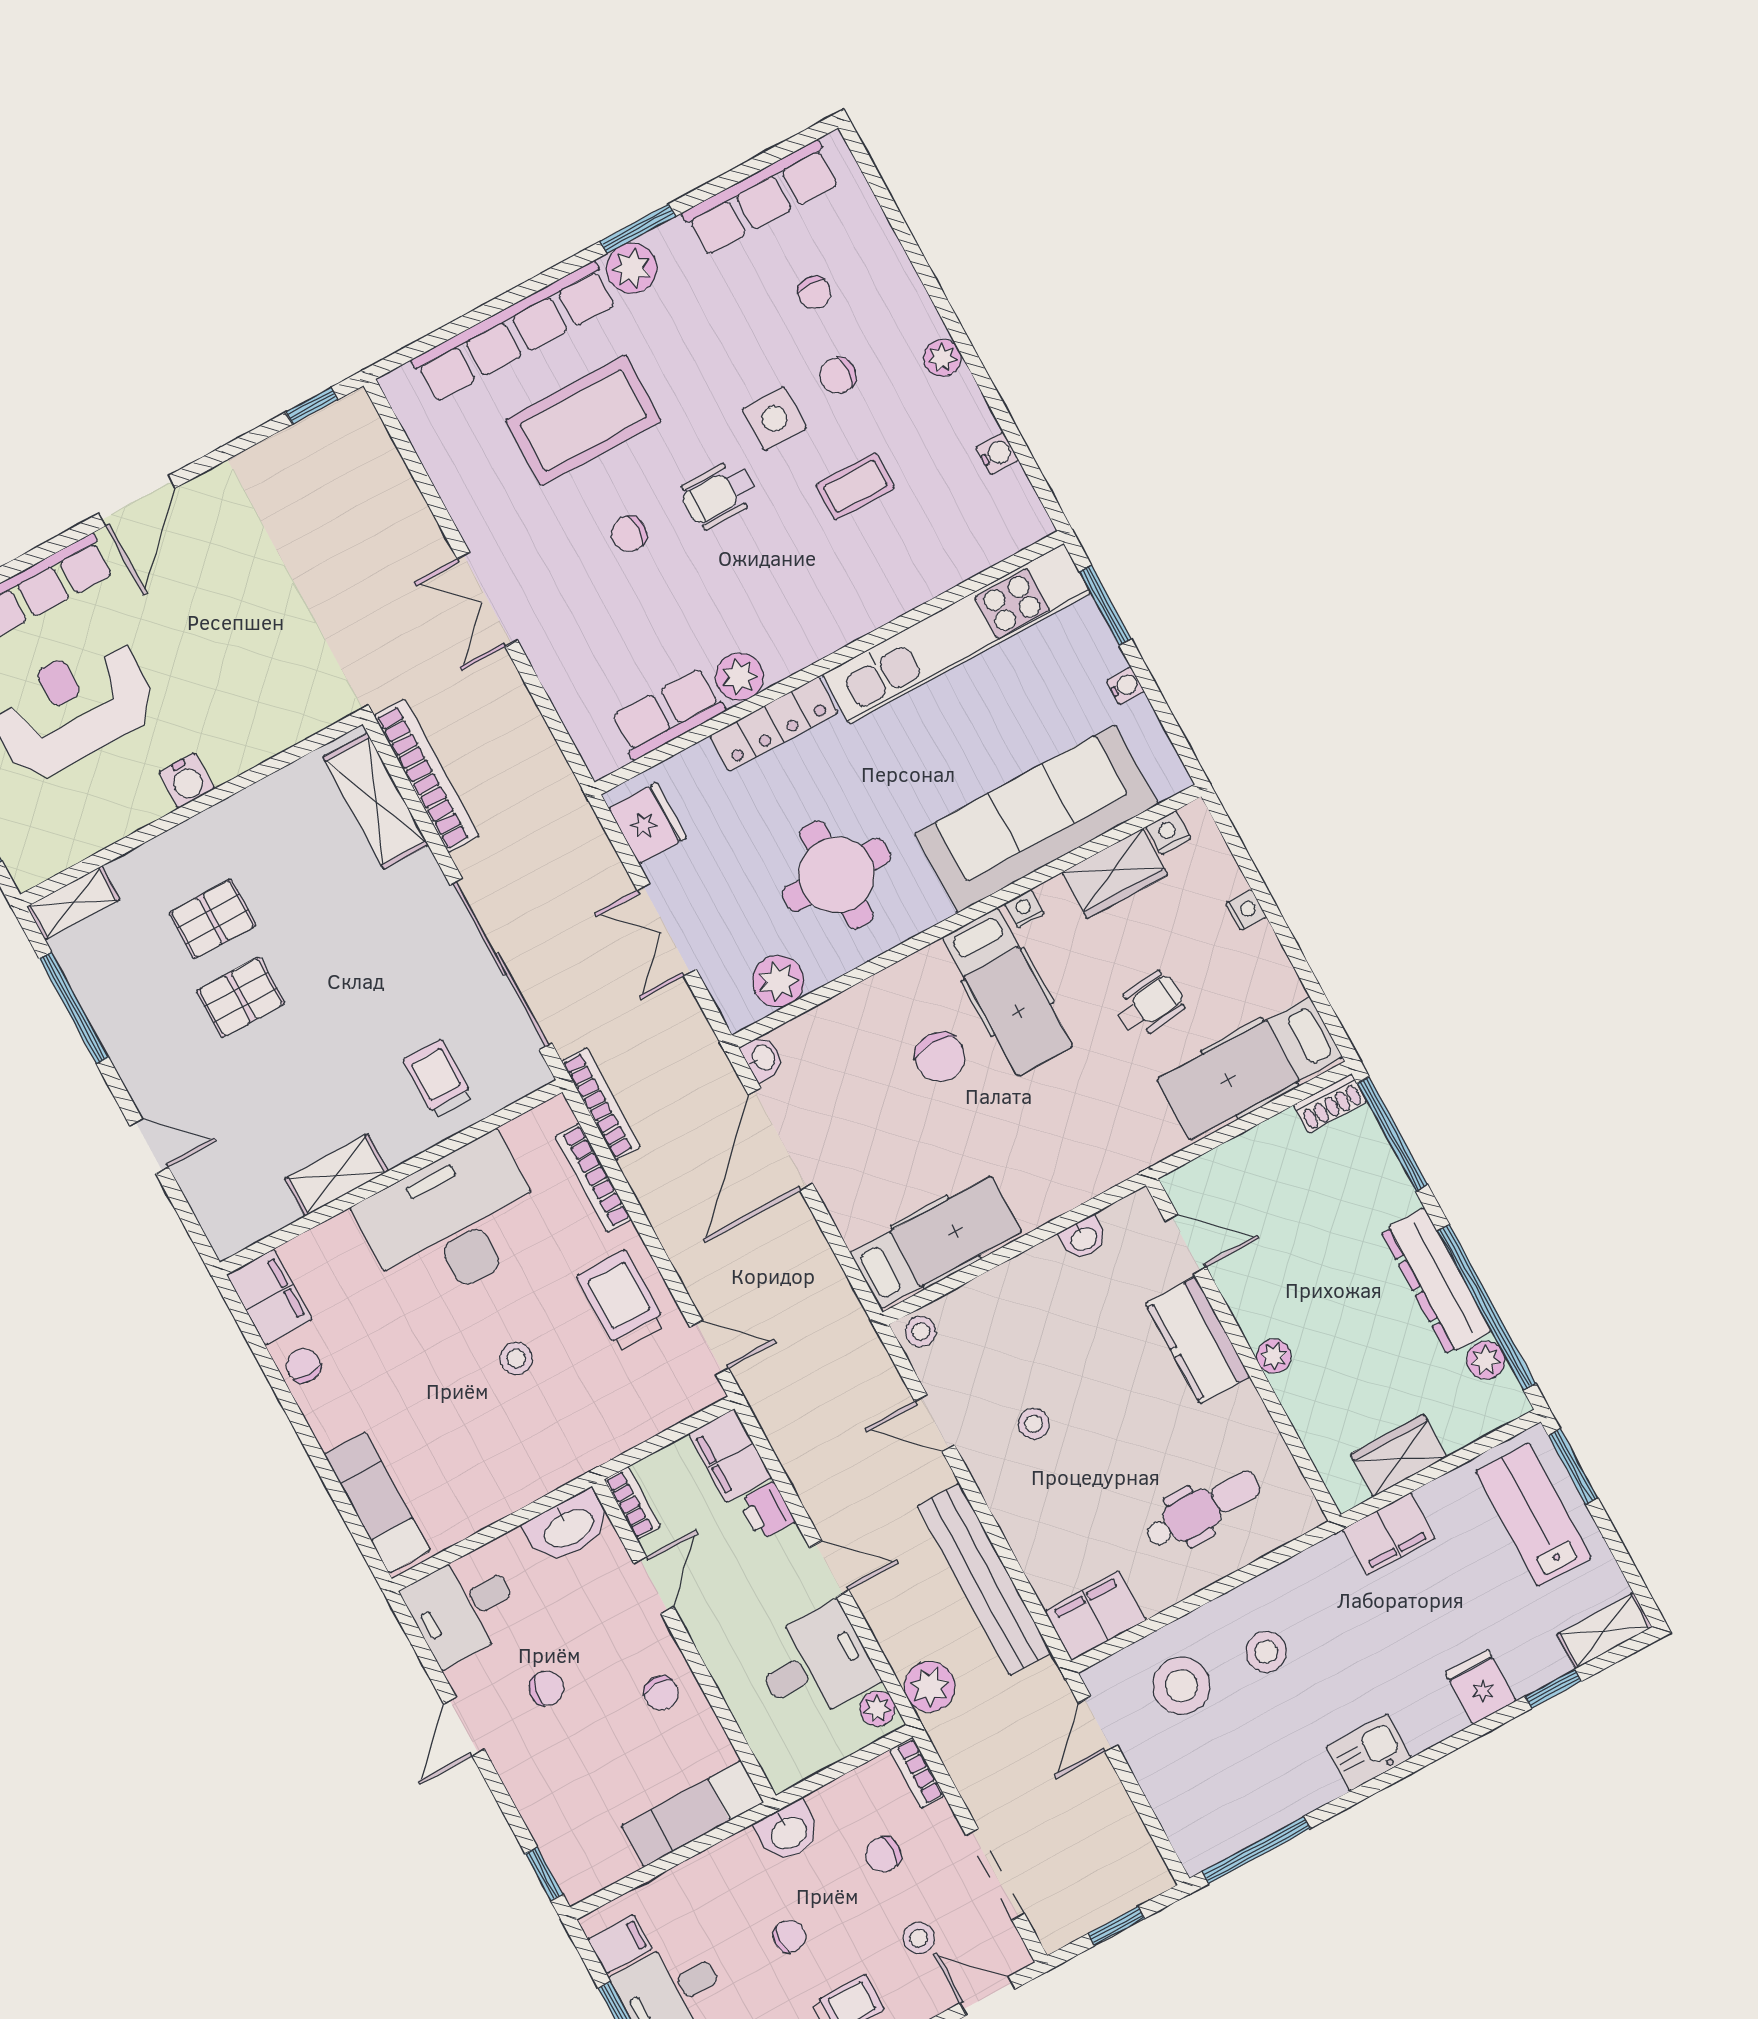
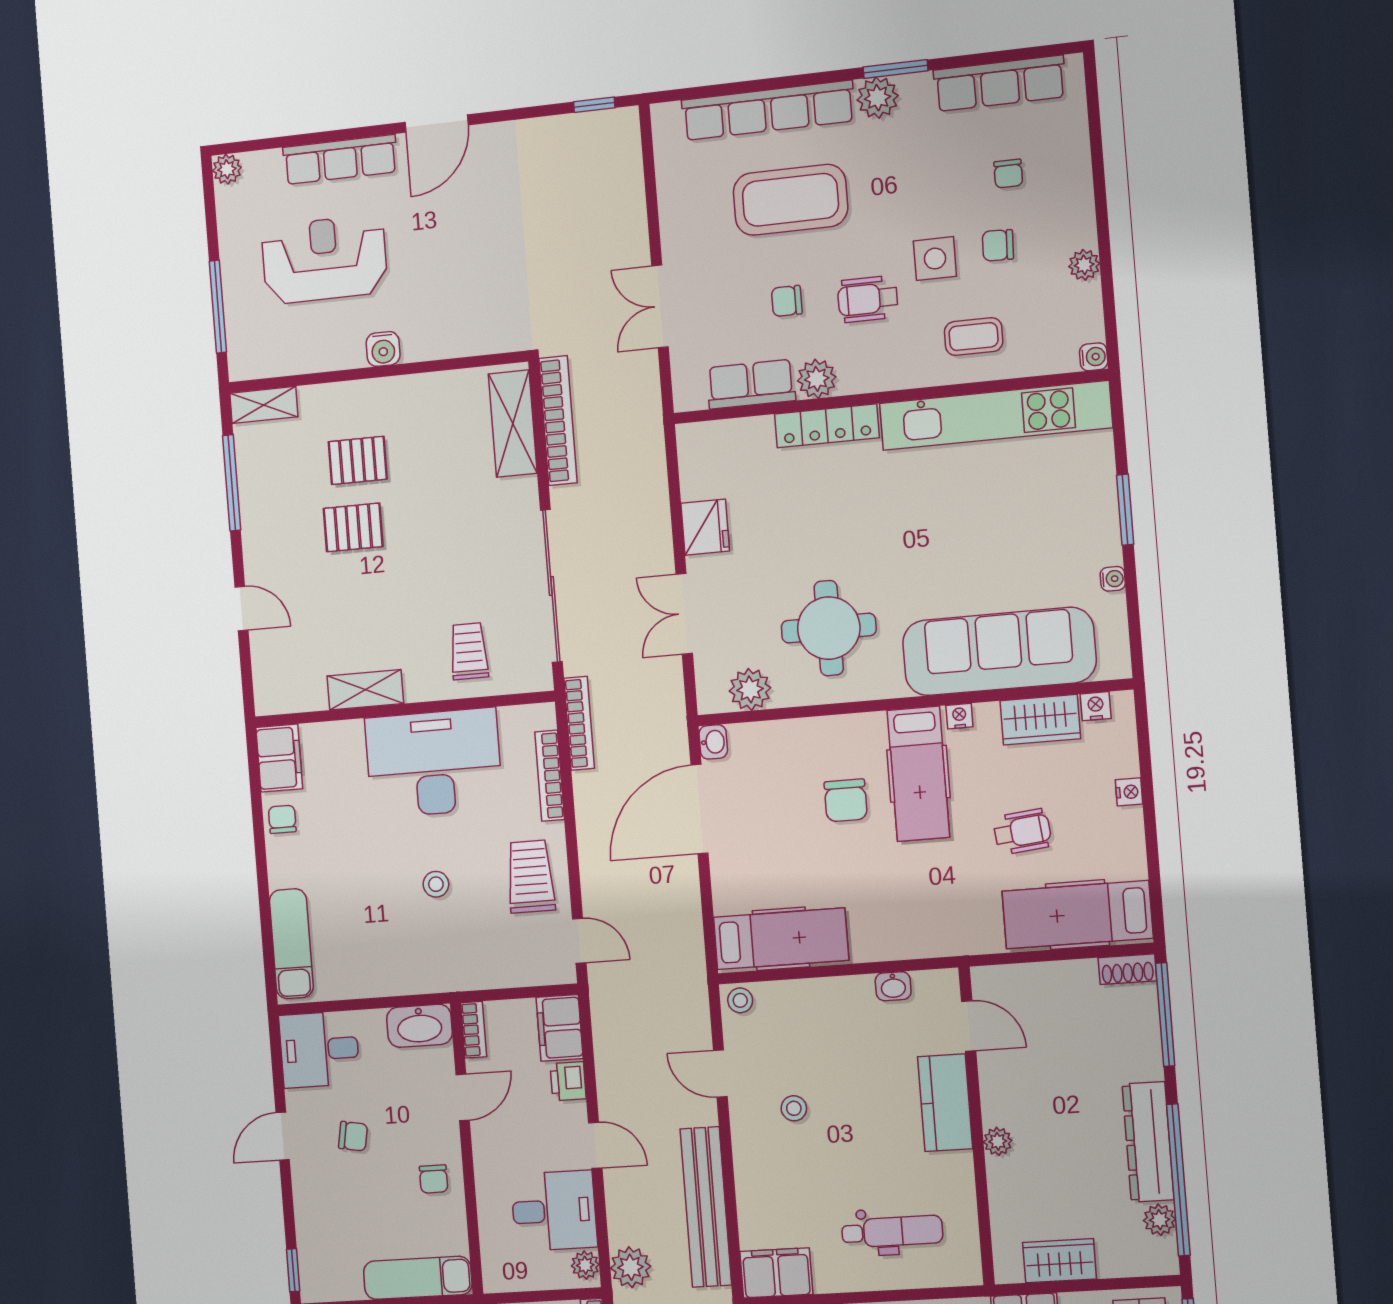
kitchen unit: (956, 634) -> (996, 415), moved
wall: (829, 663) -> (889, 397), moved
plant: (739, 677) -> (817, 379), moved
row of seats: (668, 714) -> (751, 384), moved
locker: (774, 724) -> (827, 426), moved

